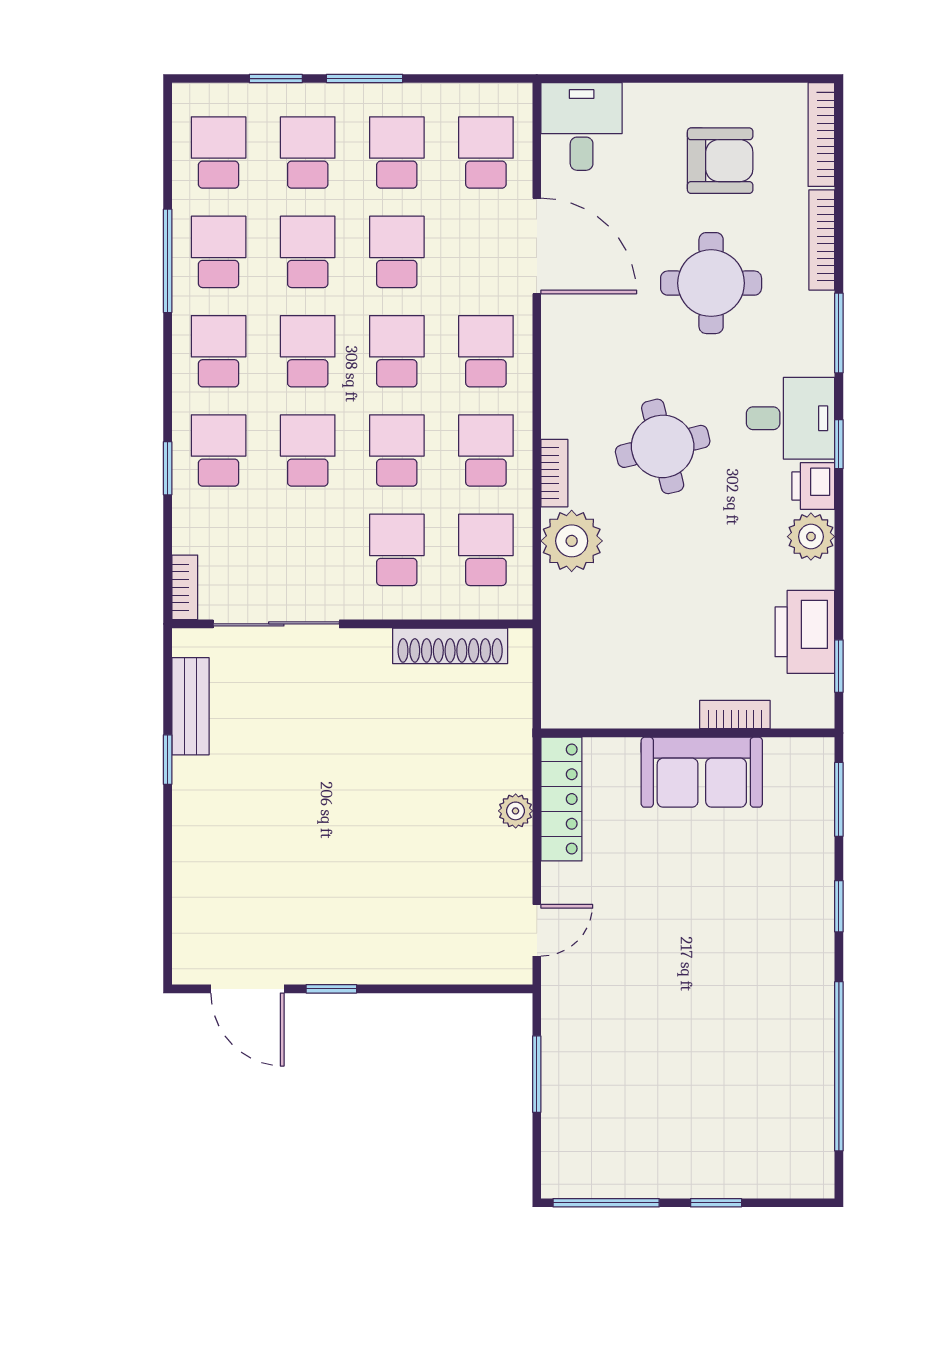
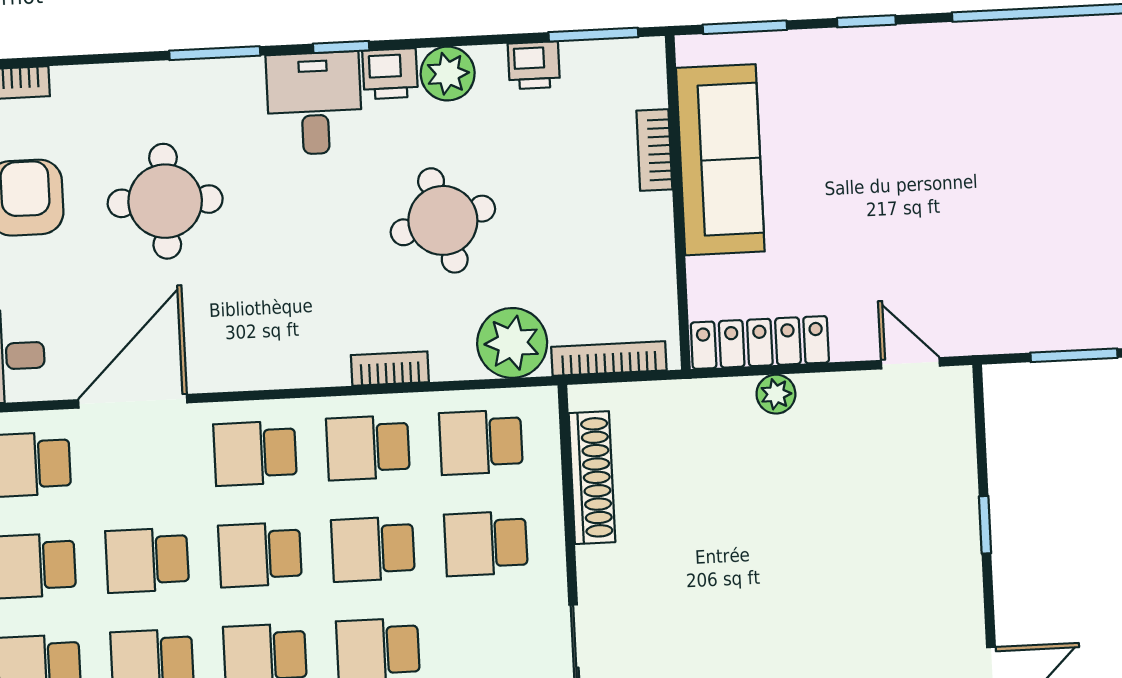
bookcase: (822, 240) -> (609, 359), moved, turned 180
round table: (663, 446) -> (443, 220), moved
plant: (572, 541) -> (512, 343), moved
printer: (805, 632) -> (534, 65), width x0.53, depth x0.68
window: (839, 666) -> (593, 35), width x1.50
sofa: (702, 772) -> (720, 160), width x1.36
window: (331, 989) -> (985, 525), moved

